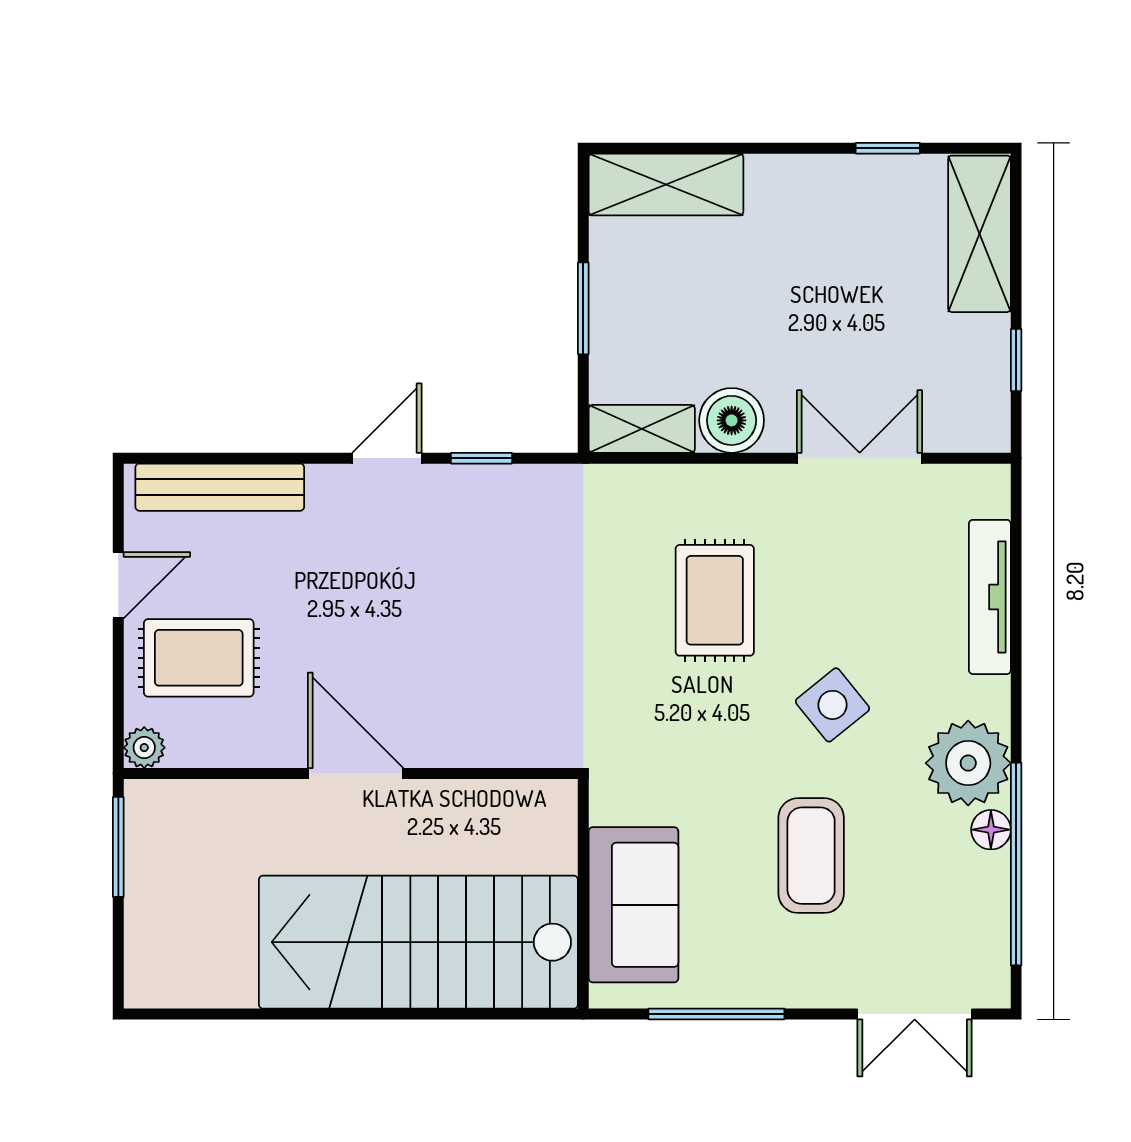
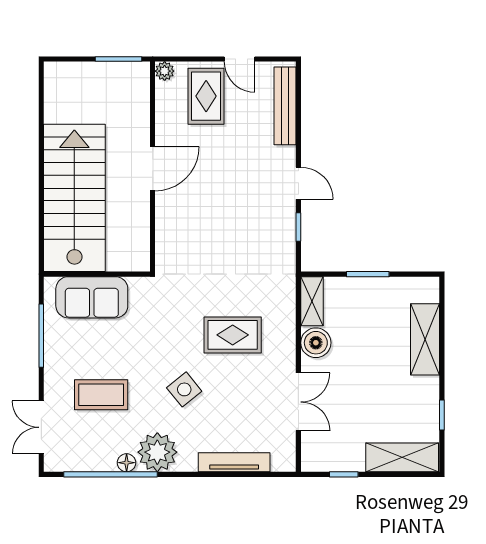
shelving: (666, 185) -> (425, 339), moved
coffee table: (811, 856) -> (101, 395), moved

